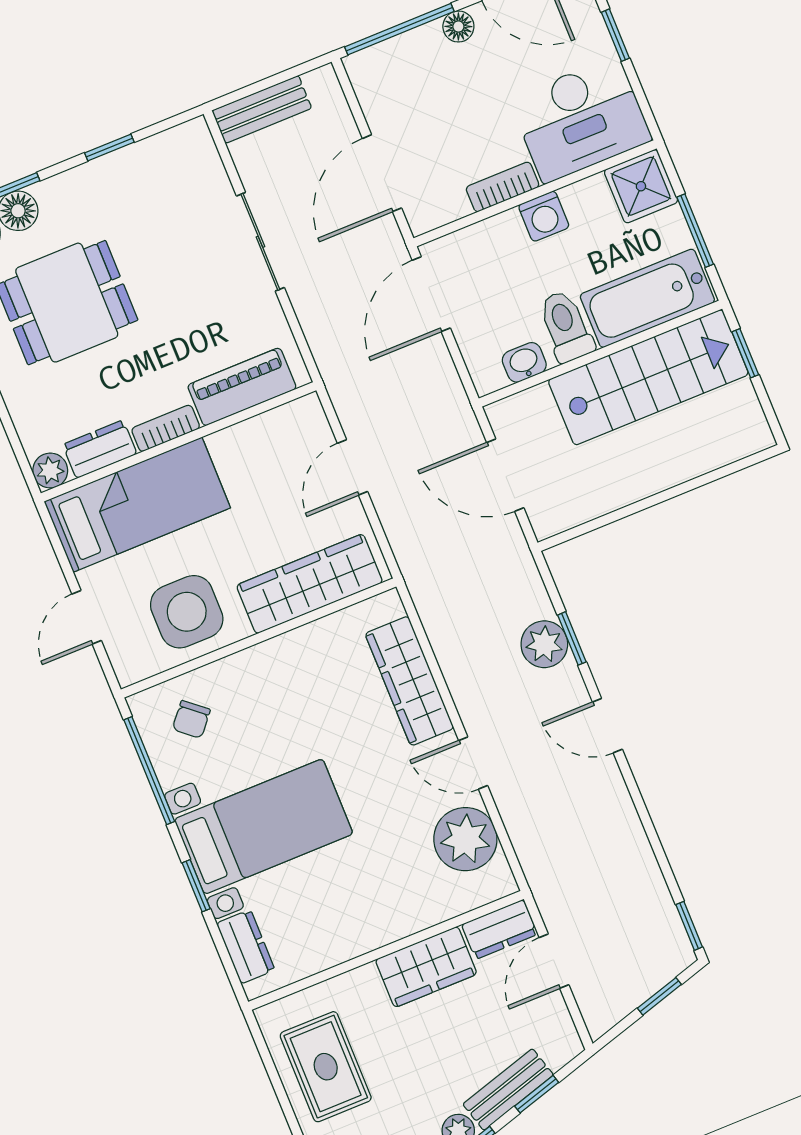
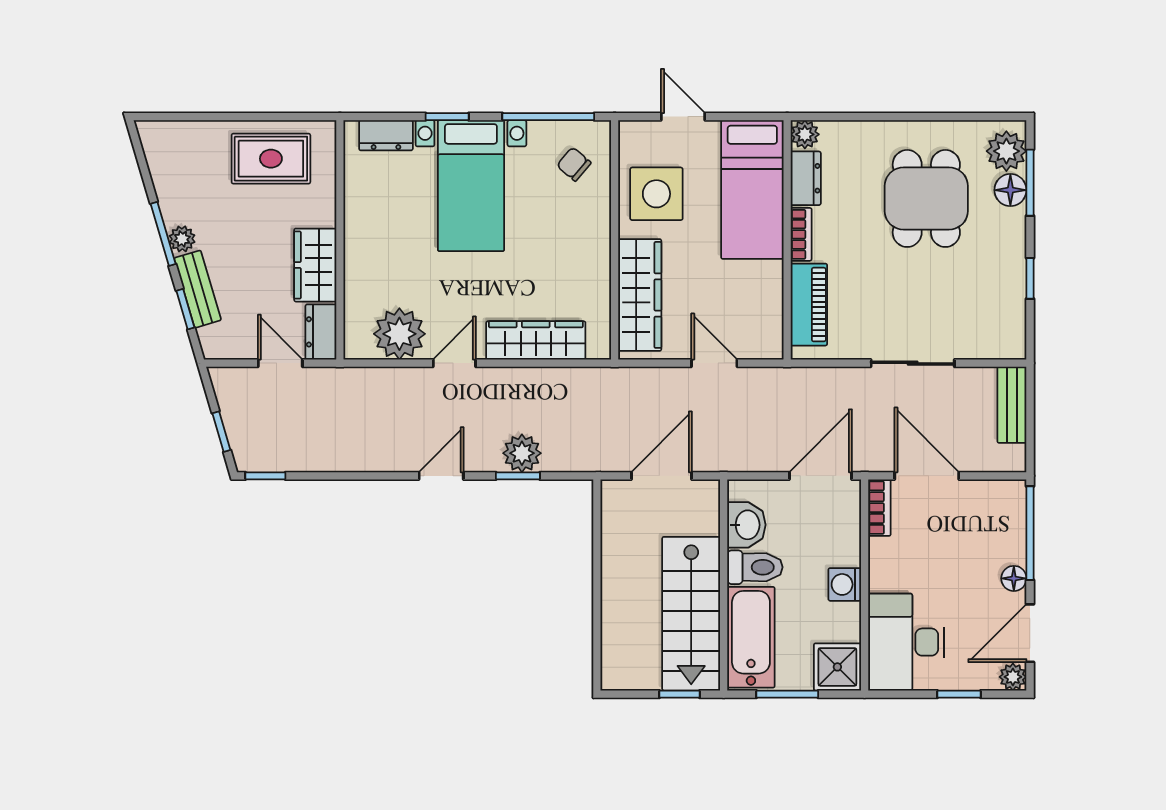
bookcase: (503, 187) -> (879, 508), moved
door: (431, 294) -> (821, 476), hinge flipped
washbasin: (524, 362) -> (746, 525), width x1.38, depth x1.45

